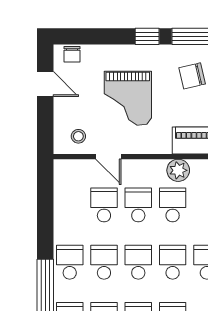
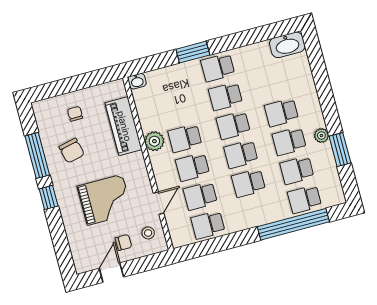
chair: (72, 54) -> (123, 242), moved
school desk: (70, 262) -> (208, 225), moved

